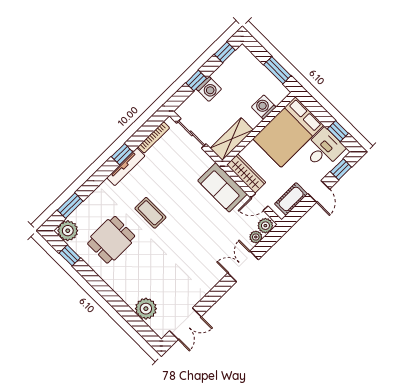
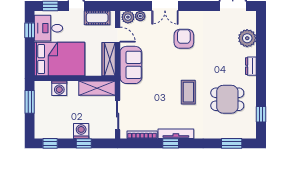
plant: (68, 231) -> (248, 130), removed
armchair: (199, 255) -> (184, 39), added
dresser: (119, 288) -> (251, 66), added

